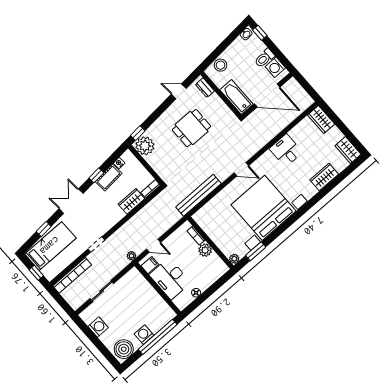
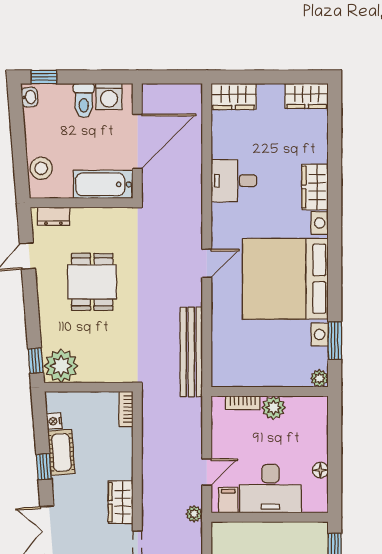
wardrobe: (324, 177) -> (315, 187), moved
wardrobe: (131, 201) -> (121, 502), moved

